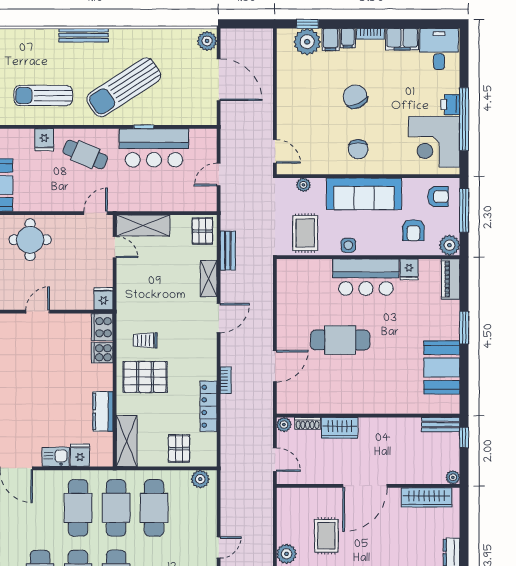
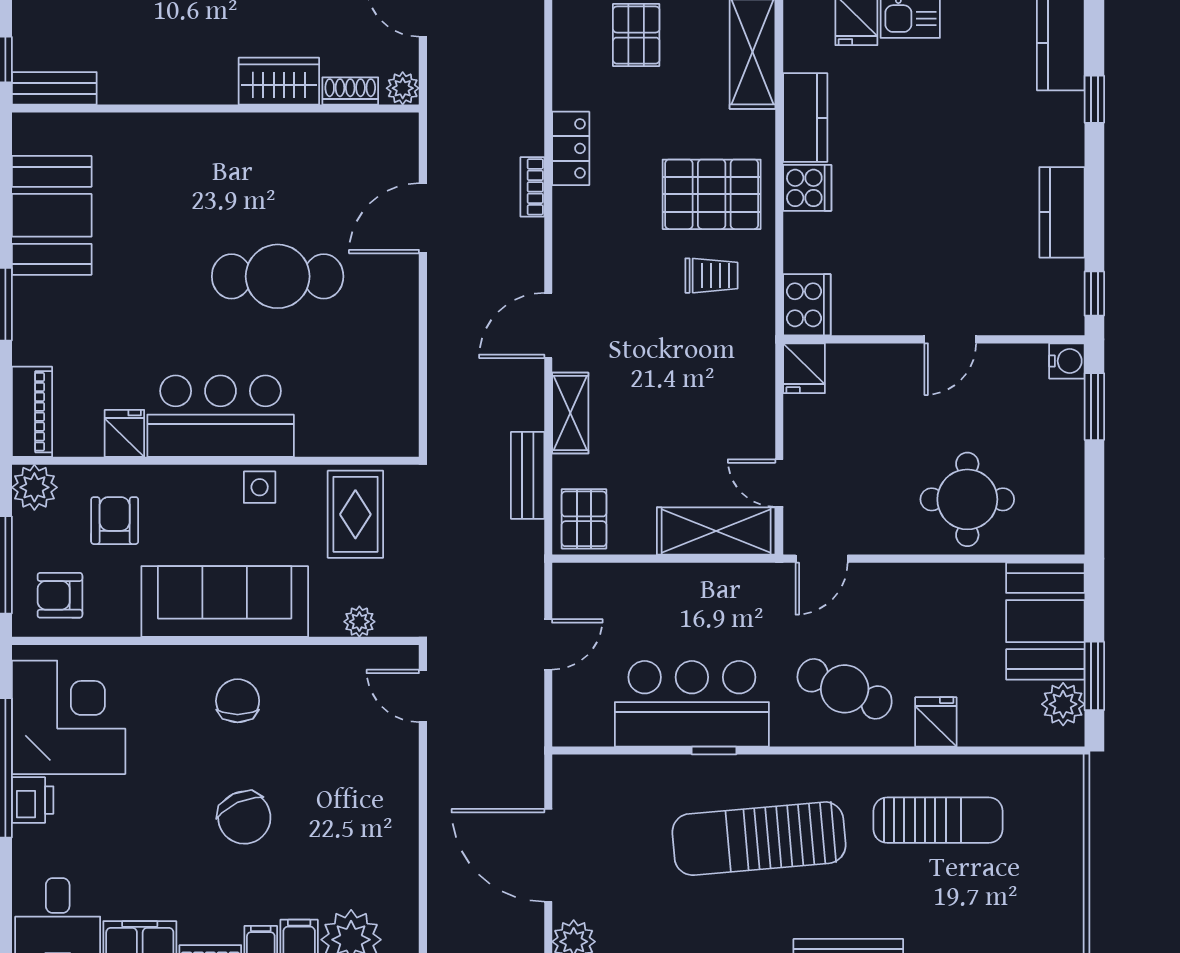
sun lounger: (124, 87) -> (759, 839), turned -152
cooker: (102, 353) -> (807, 188), moved
locker: (208, 406) -> (571, 148), width x0.66

